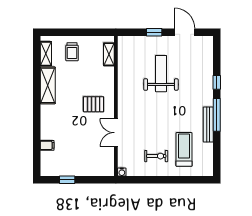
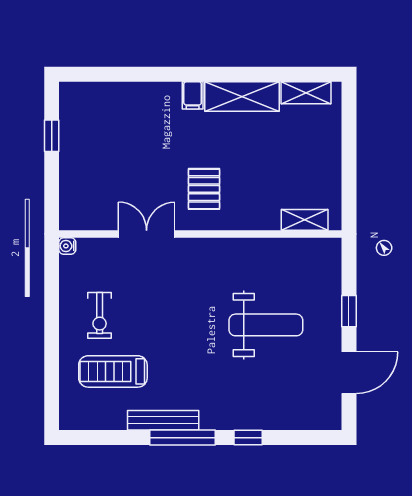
trolley: (72, 52) -> (310, 145), removed
filing cabinet: (47, 145) -> (193, 95), moved
treadmill: (184, 149) -> (113, 371), turned 180

